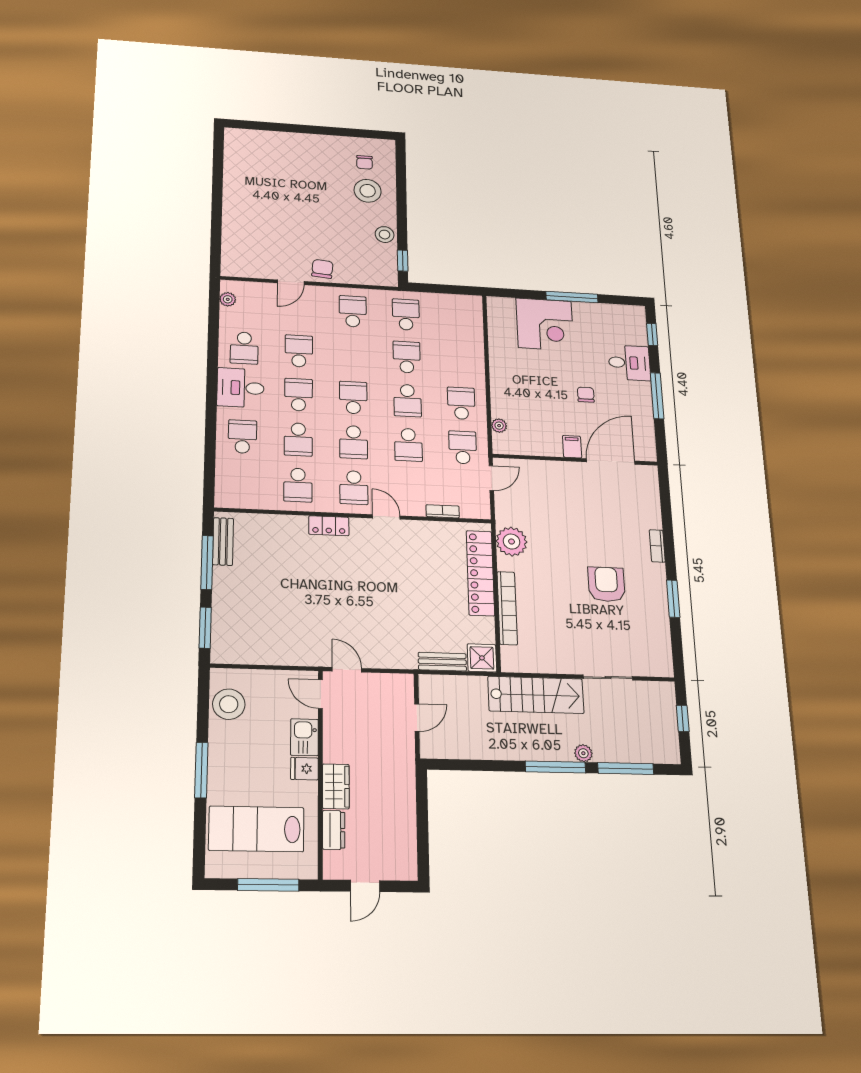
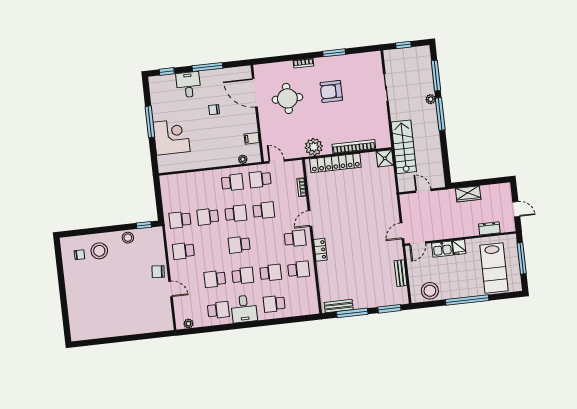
school desk: (299, 395) -> (243, 276), turned 180
school desk: (461, 403) -> (232, 182), turned 180
school desk: (354, 442) -> (267, 242), removed
filing cabinet: (572, 447) -> (252, 138), moved
round table: (598, 511) -> (287, 98), added
bench: (442, 662) -> (401, 273), moved
stairs: (536, 695) -> (404, 147), moved
window: (201, 770) -> (467, 300), width x1.46
wardrobe: (336, 786) -> (468, 194), moved, turned 180

